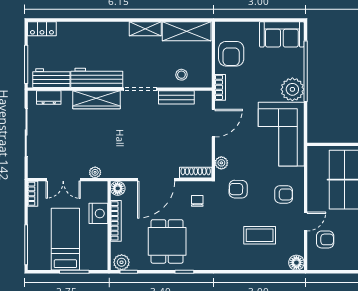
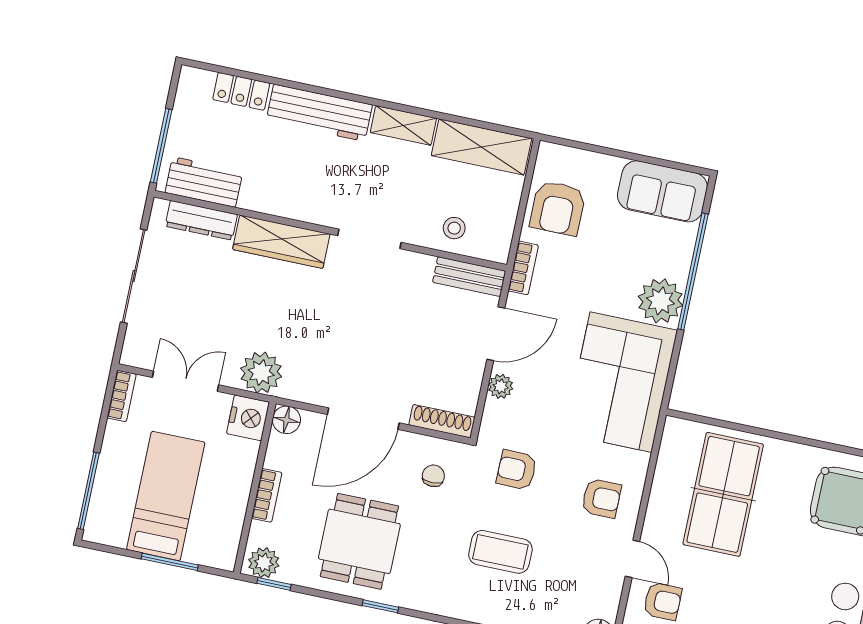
locker: (42, 29) -> (241, 91), moved
workbench: (97, 78) -> (319, 113), moved, turned 180
dresser: (49, 97) -> (201, 220), width x1.44
bench: (176, 97) -> (469, 277), moved
plant: (221, 163) -> (501, 386), moved
plant: (95, 172) -> (261, 373), width x1.87, depth x1.87
double door: (63, 180) -> (186, 381), swing flipped
nightstand: (98, 213) -> (248, 418), moved
bookcase: (116, 221) -> (267, 495), width x0.64
door: (306, 221) -> (632, 559), hinge flipped
coffee table: (260, 235) -> (500, 552), moved

